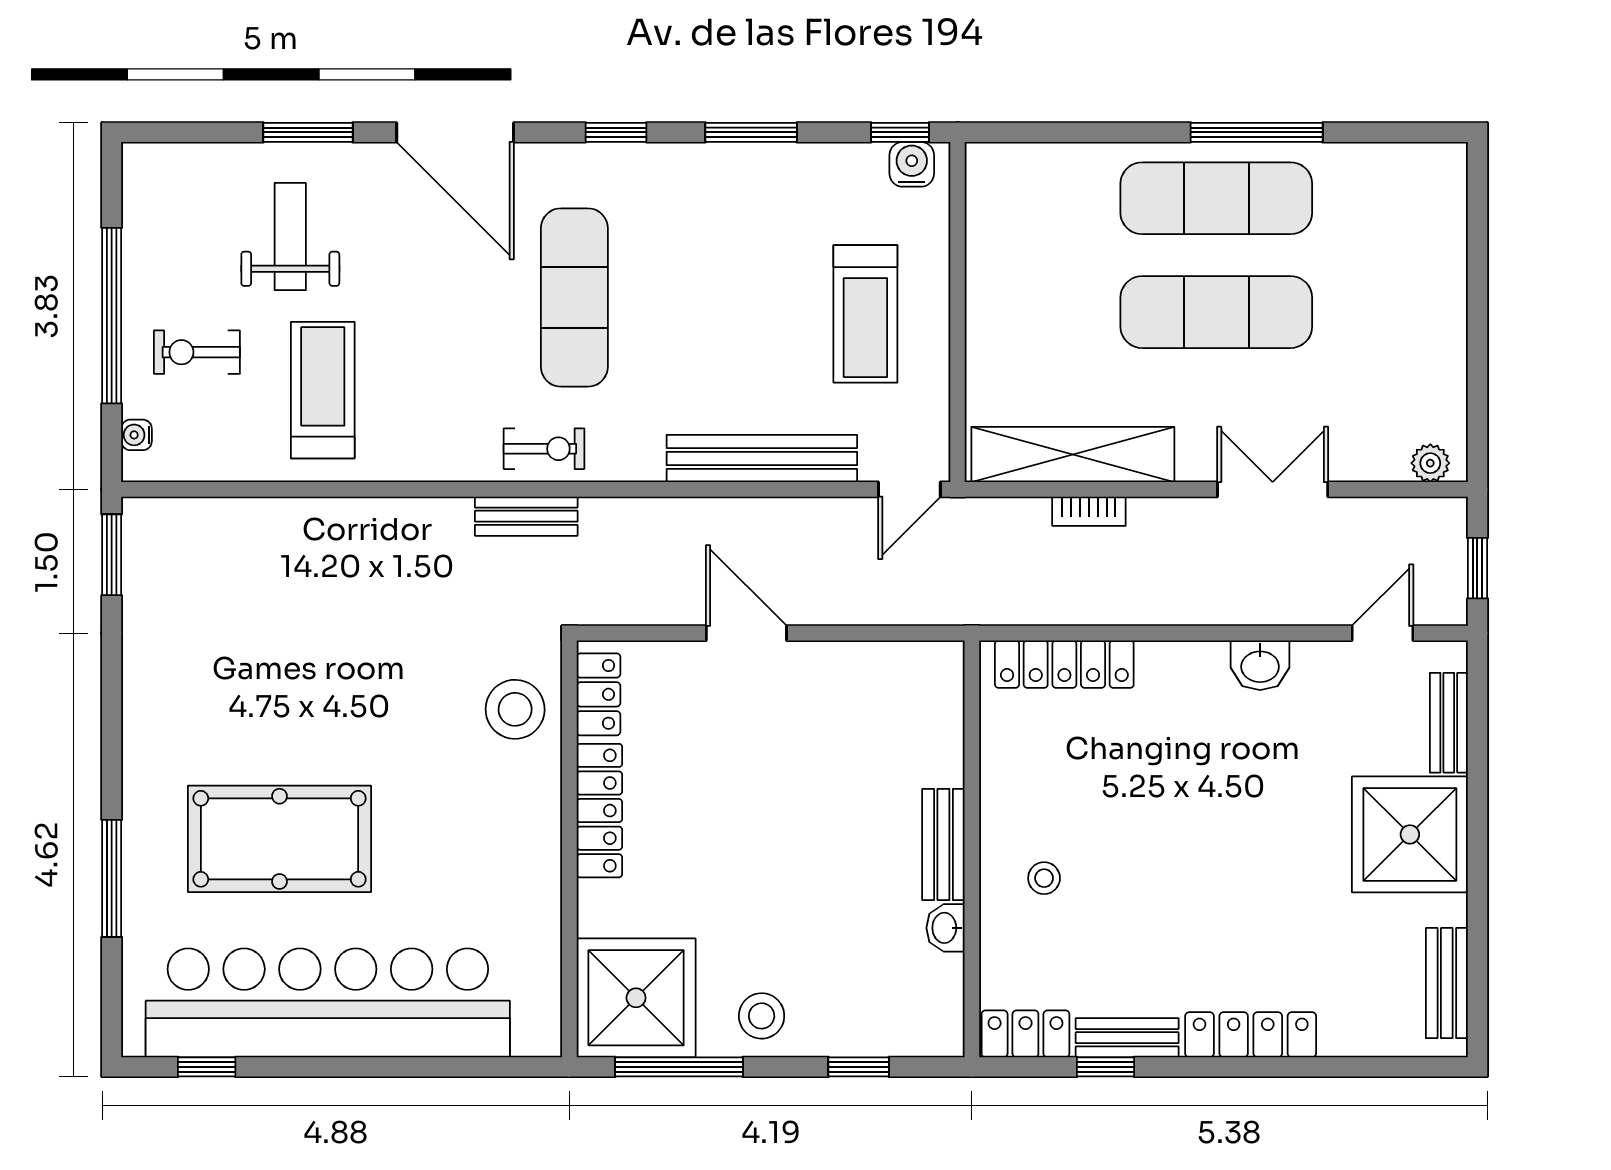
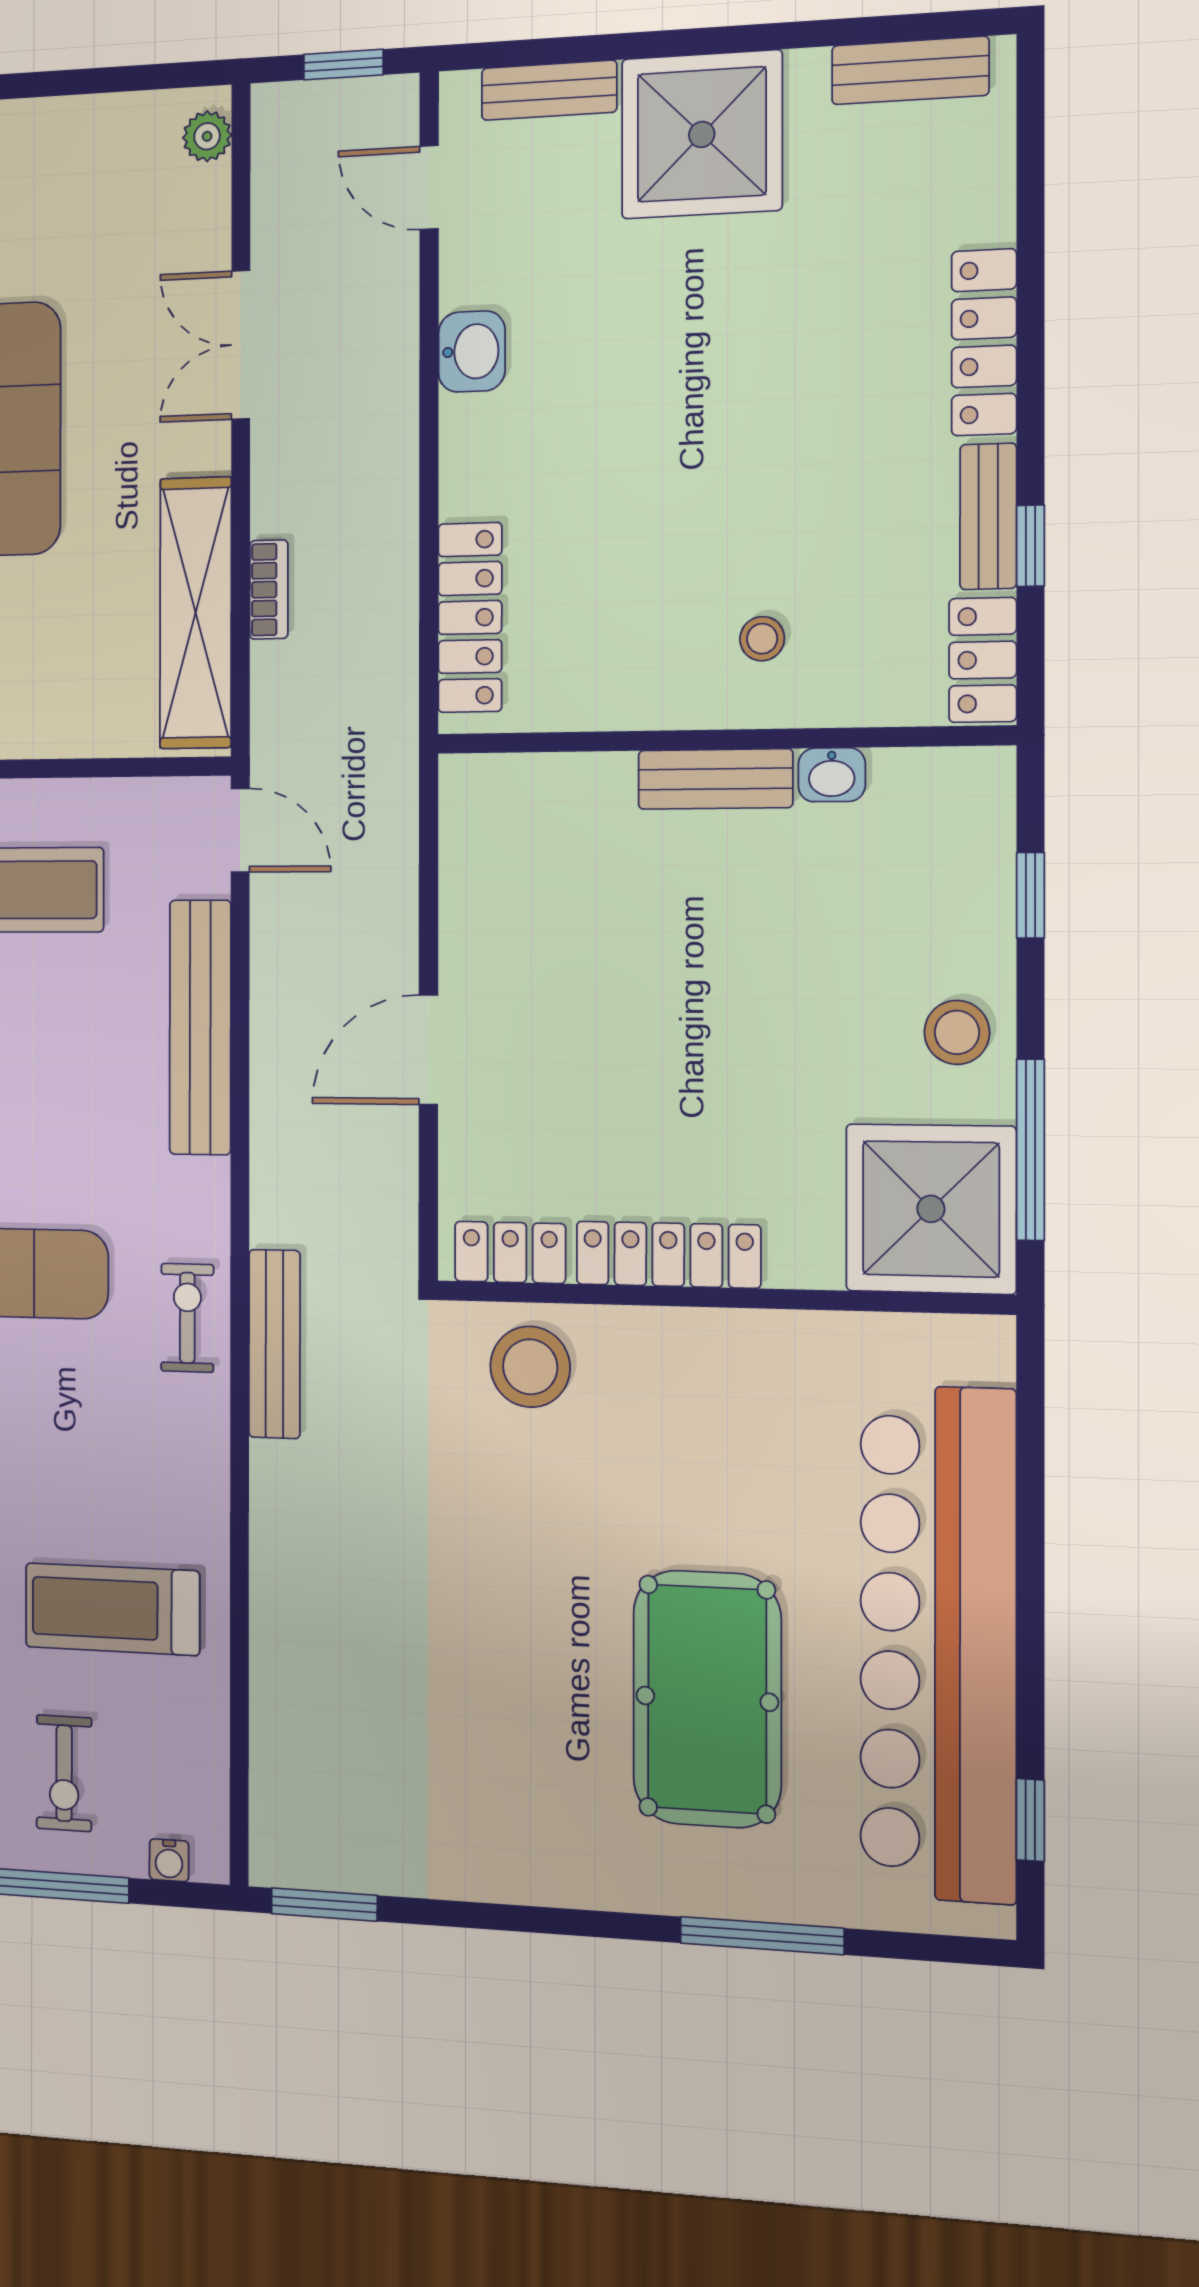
bench: (526, 516) -> (274, 1344), width x1.36

